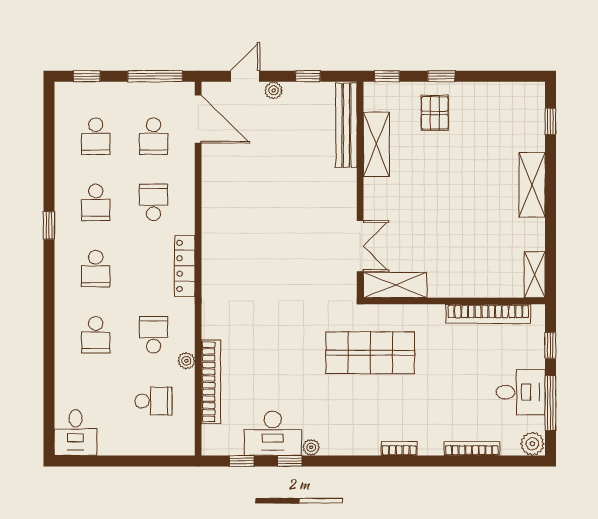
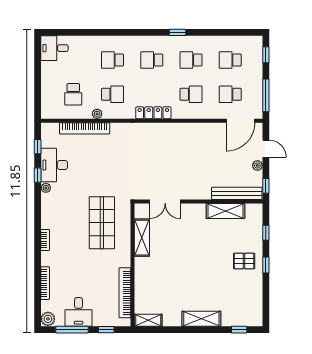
bench: (346, 125) -> (237, 193), moved
shelving: (376, 144) -> (225, 211), moved
wall: (360, 190) -> (199, 201), moved
double door: (360, 246) -> (165, 201), moved

